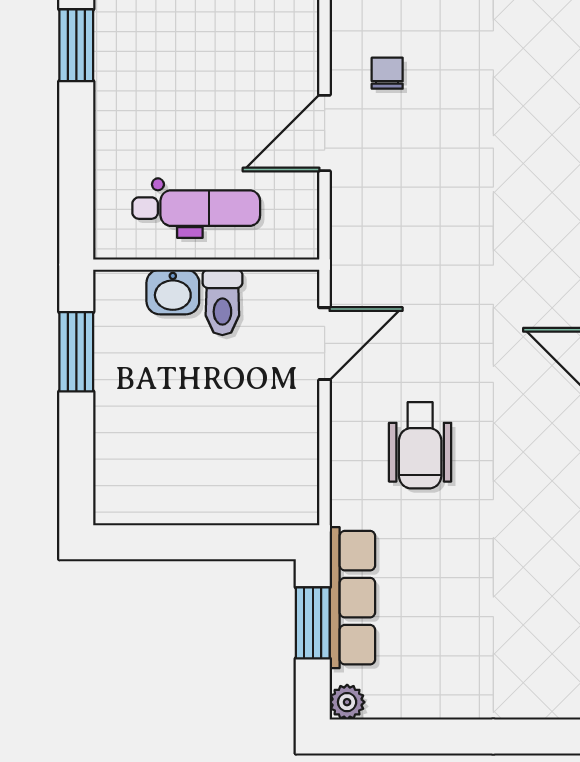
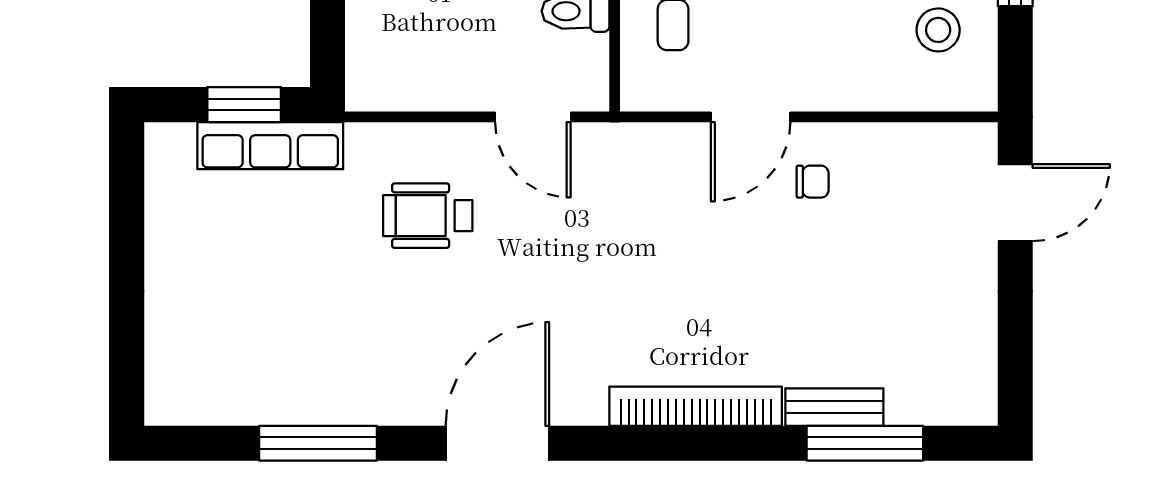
door: (325, 133) -> (751, 117), swing flipped
plant: (347, 702) -> (162, 140), removed

